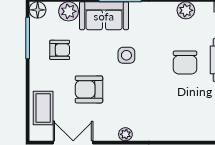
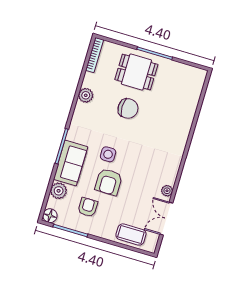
armchair: (89, 89) -> (109, 182), moved
plant: (125, 134) -> (167, 191), moved

